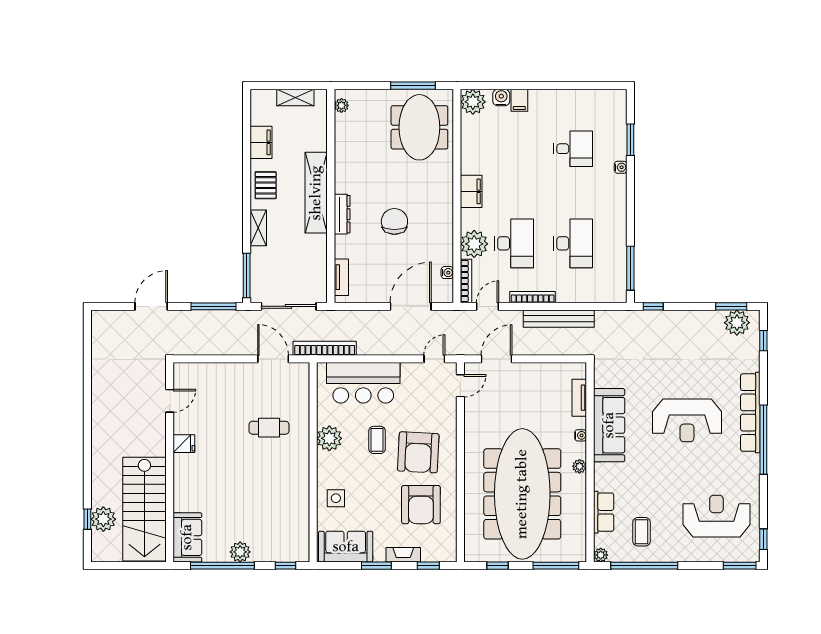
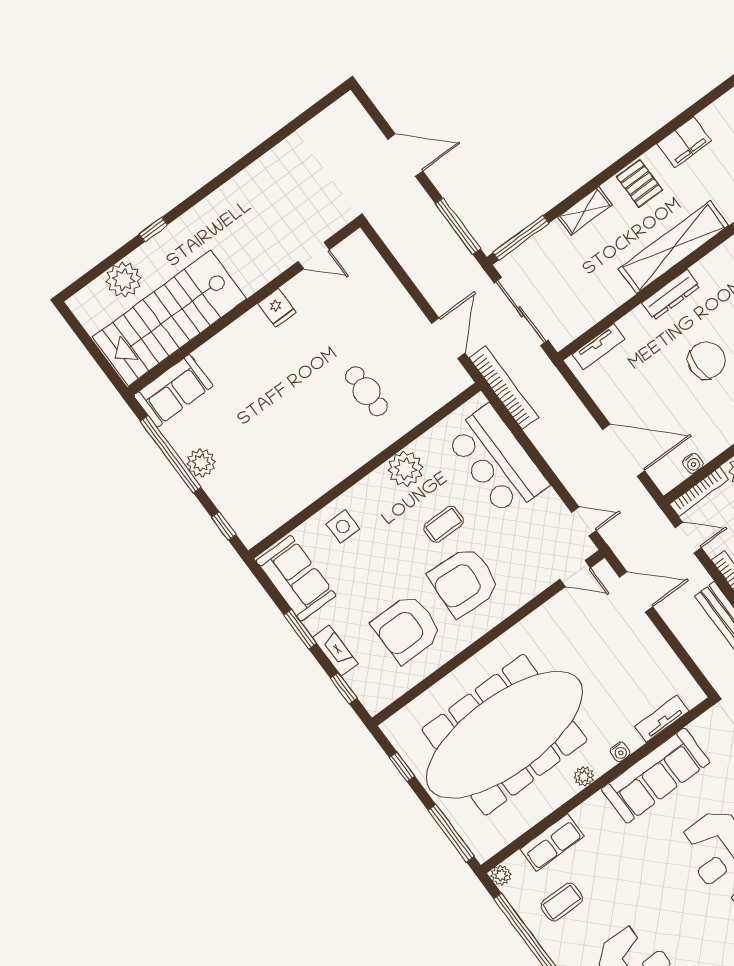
pallet: (266, 185) -> (639, 184), turned 90
window: (87, 519) -> (153, 229), moved

